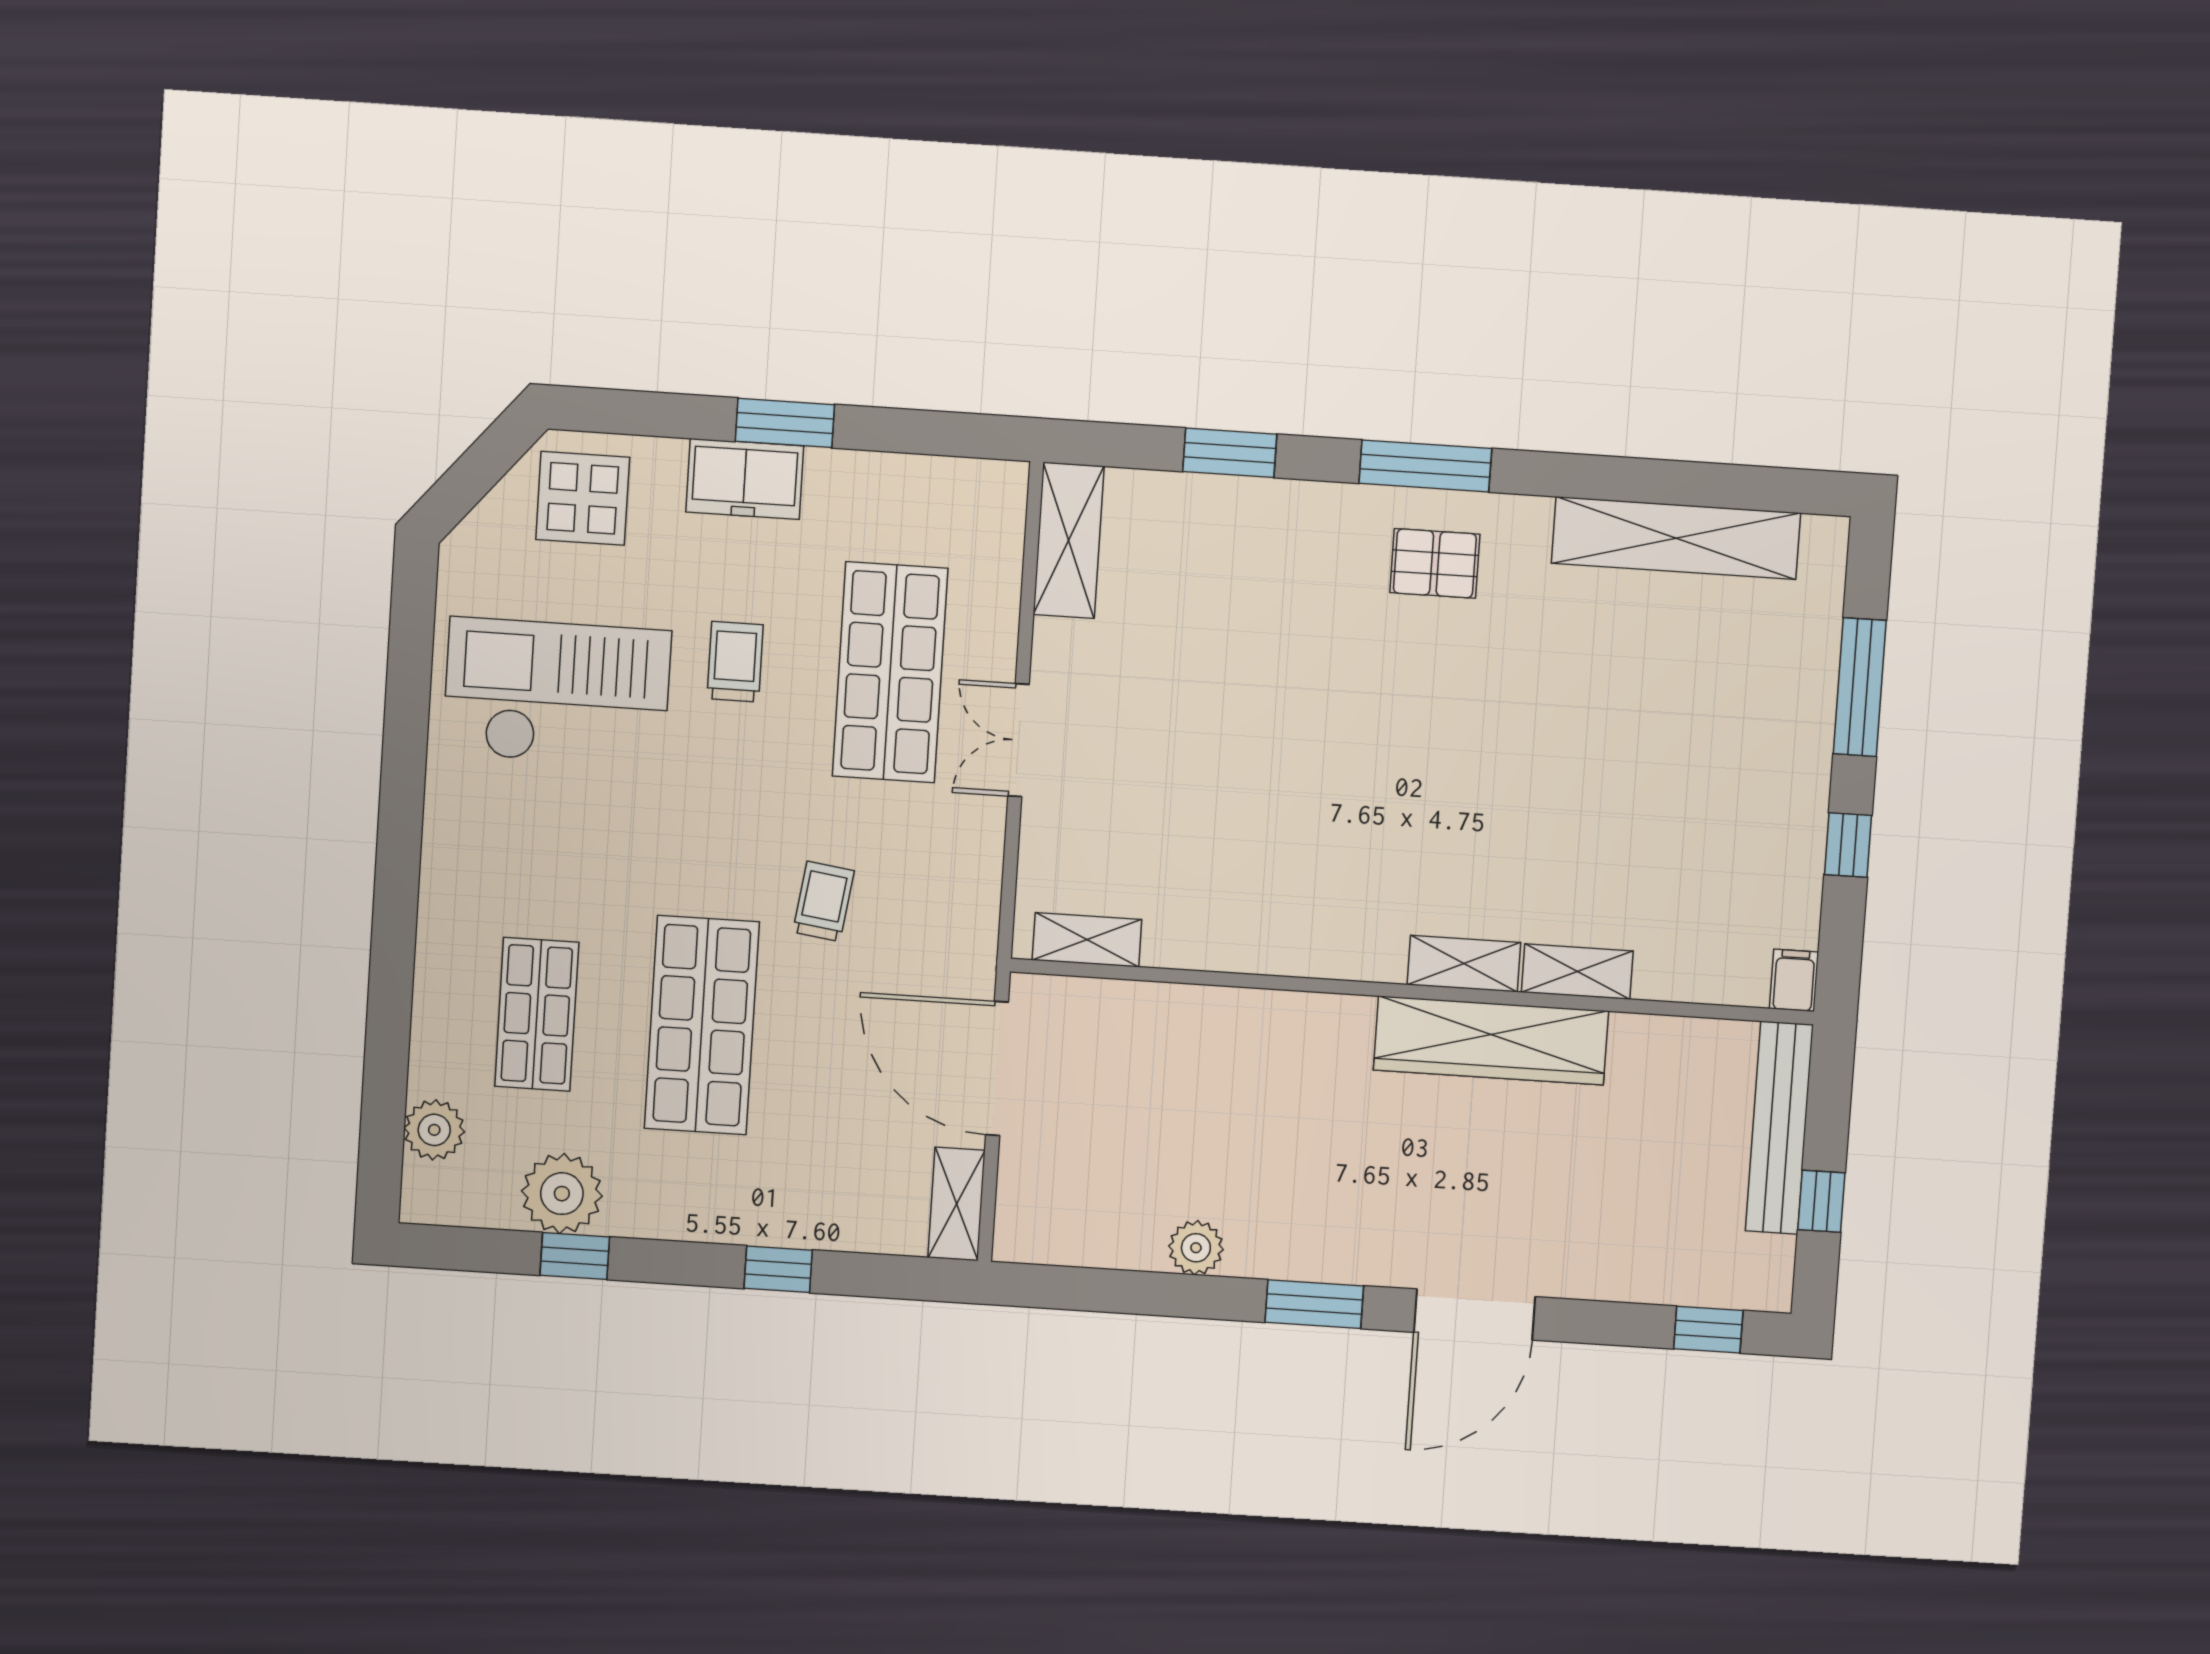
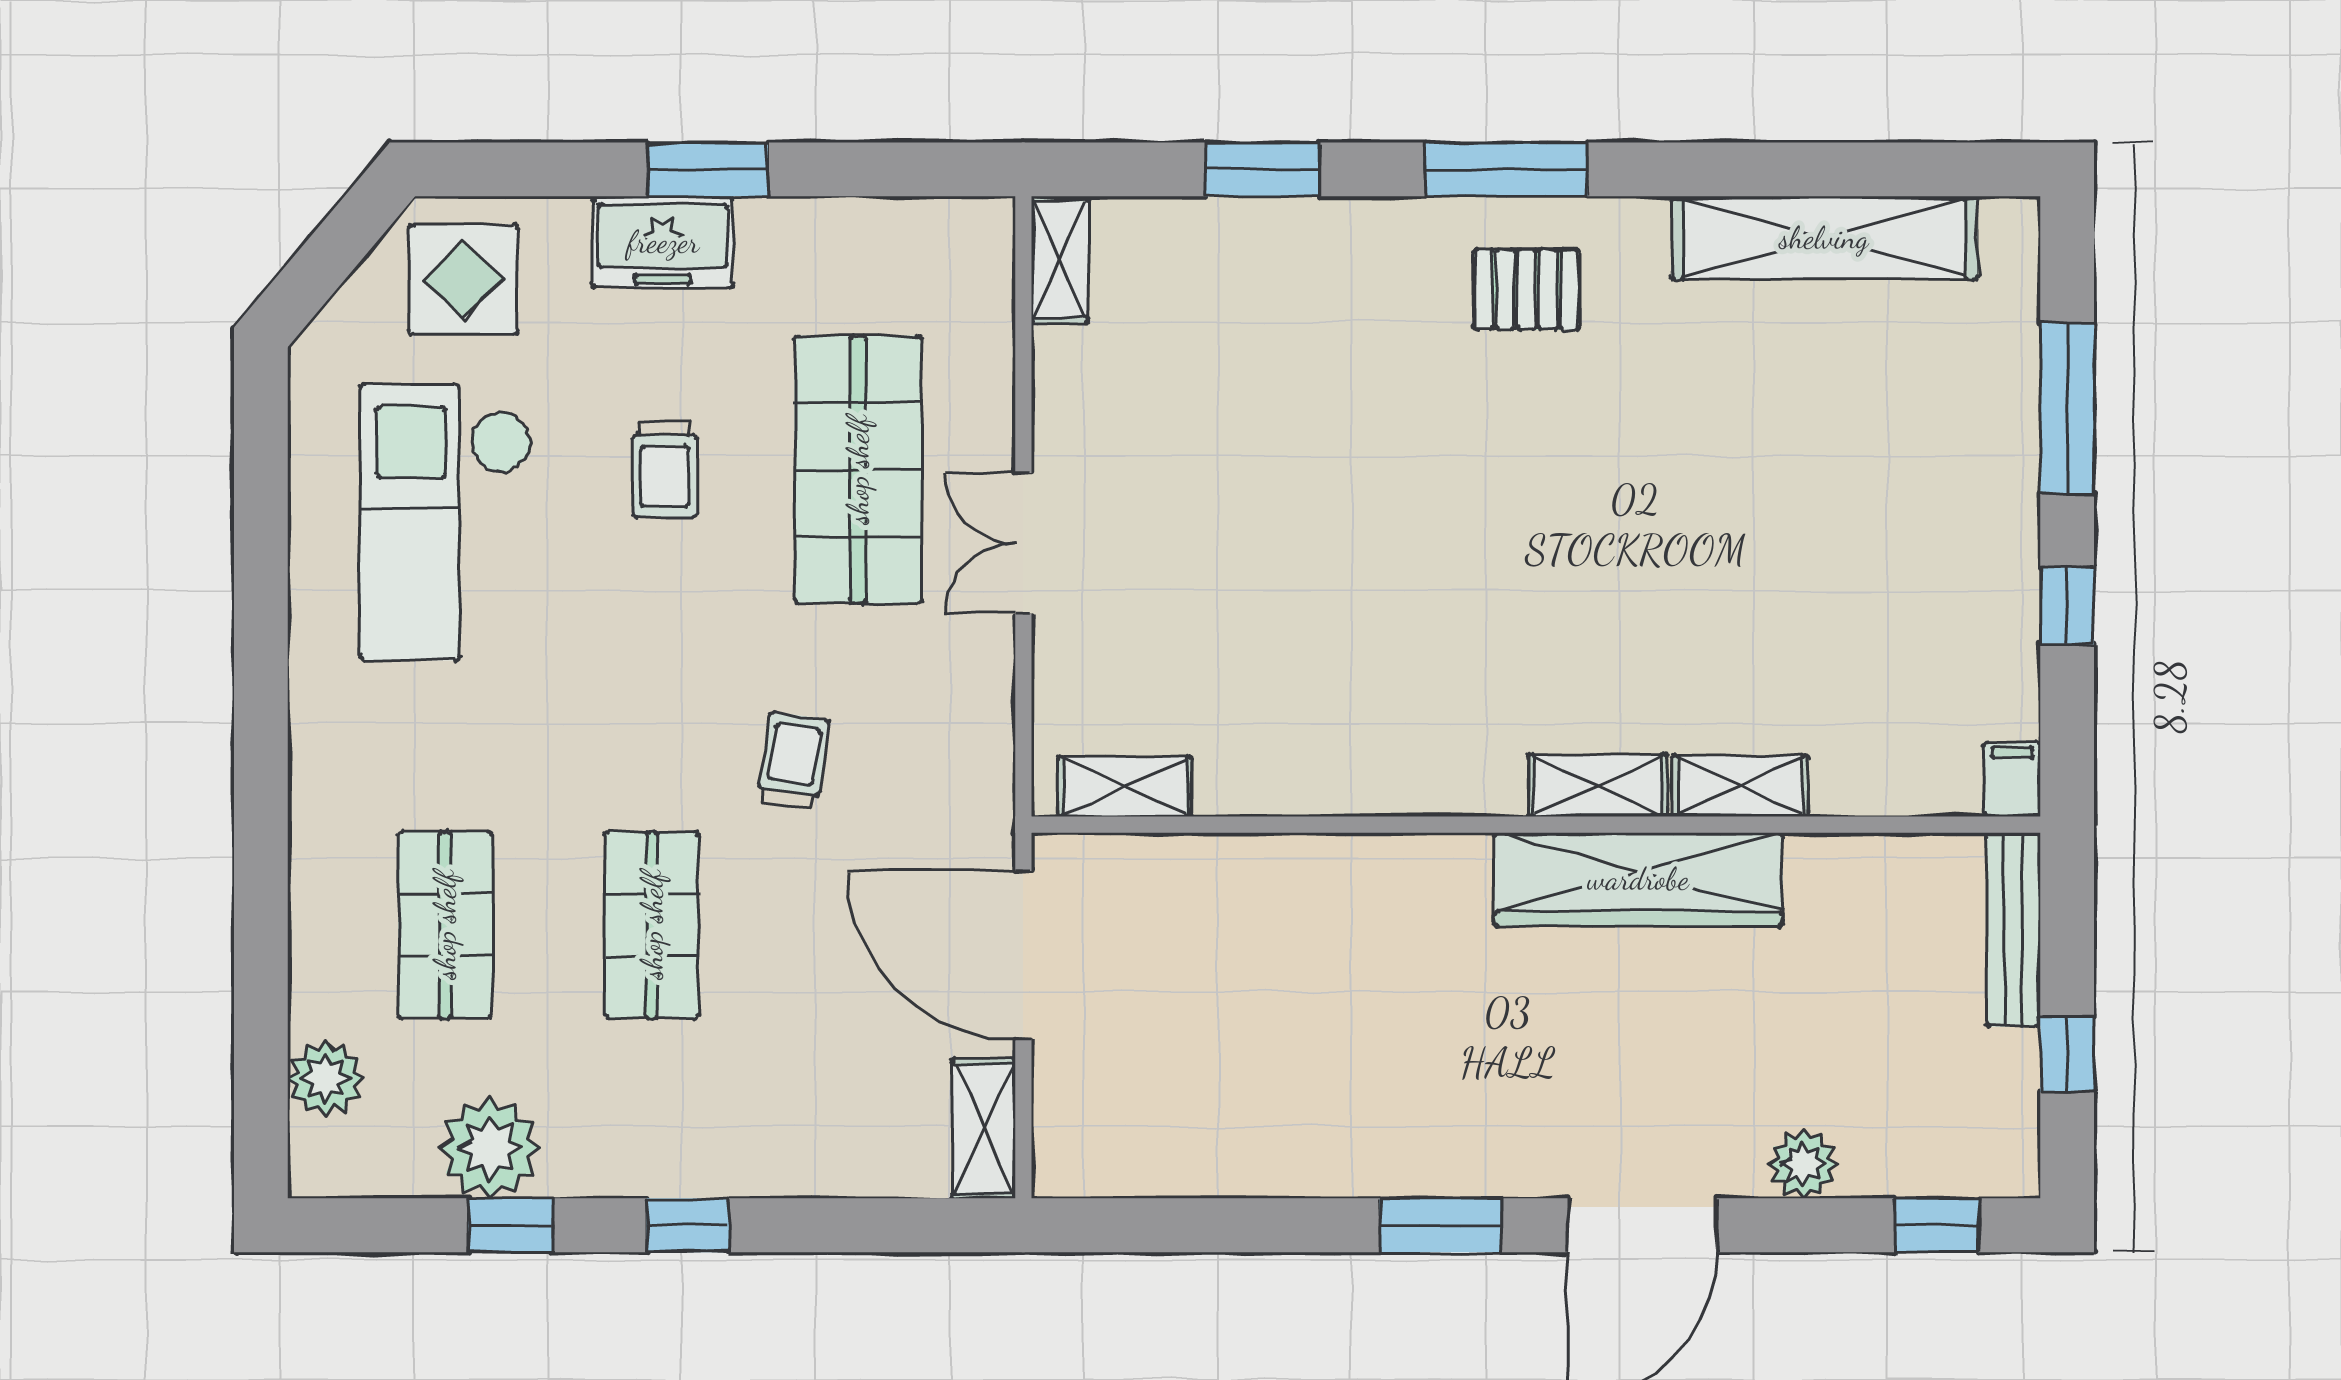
shelving: (1069, 540) -> (1060, 260), width x0.67, depth x0.75
trolley: (735, 662) -> (665, 469), turned 180
checkout: (557, 692) -> (446, 522), turned -90
shop shelf: (702, 1025) -> (652, 925), width x0.70, depth x0.74
bench: (1779, 1128) -> (2013, 930), width x0.73, depth x0.82
plant: (1196, 1248) -> (1803, 1164), moved
window: (778, 1269) -> (688, 1225), moved

